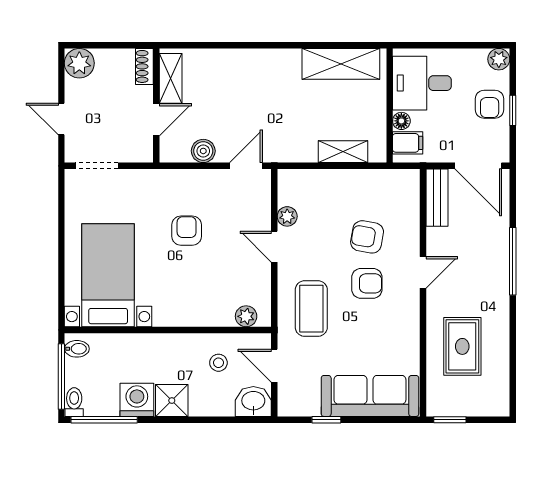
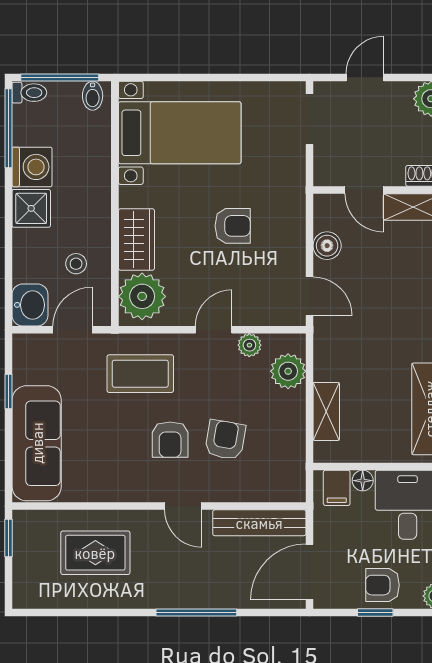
plant: (309, 184) -> (288, 371), added
bench: (437, 198) -> (259, 523), width x1.36
wardrobe: (198, 312) -> (136, 240), added
plant: (246, 316) -> (142, 296), width x1.87, depth x1.87

